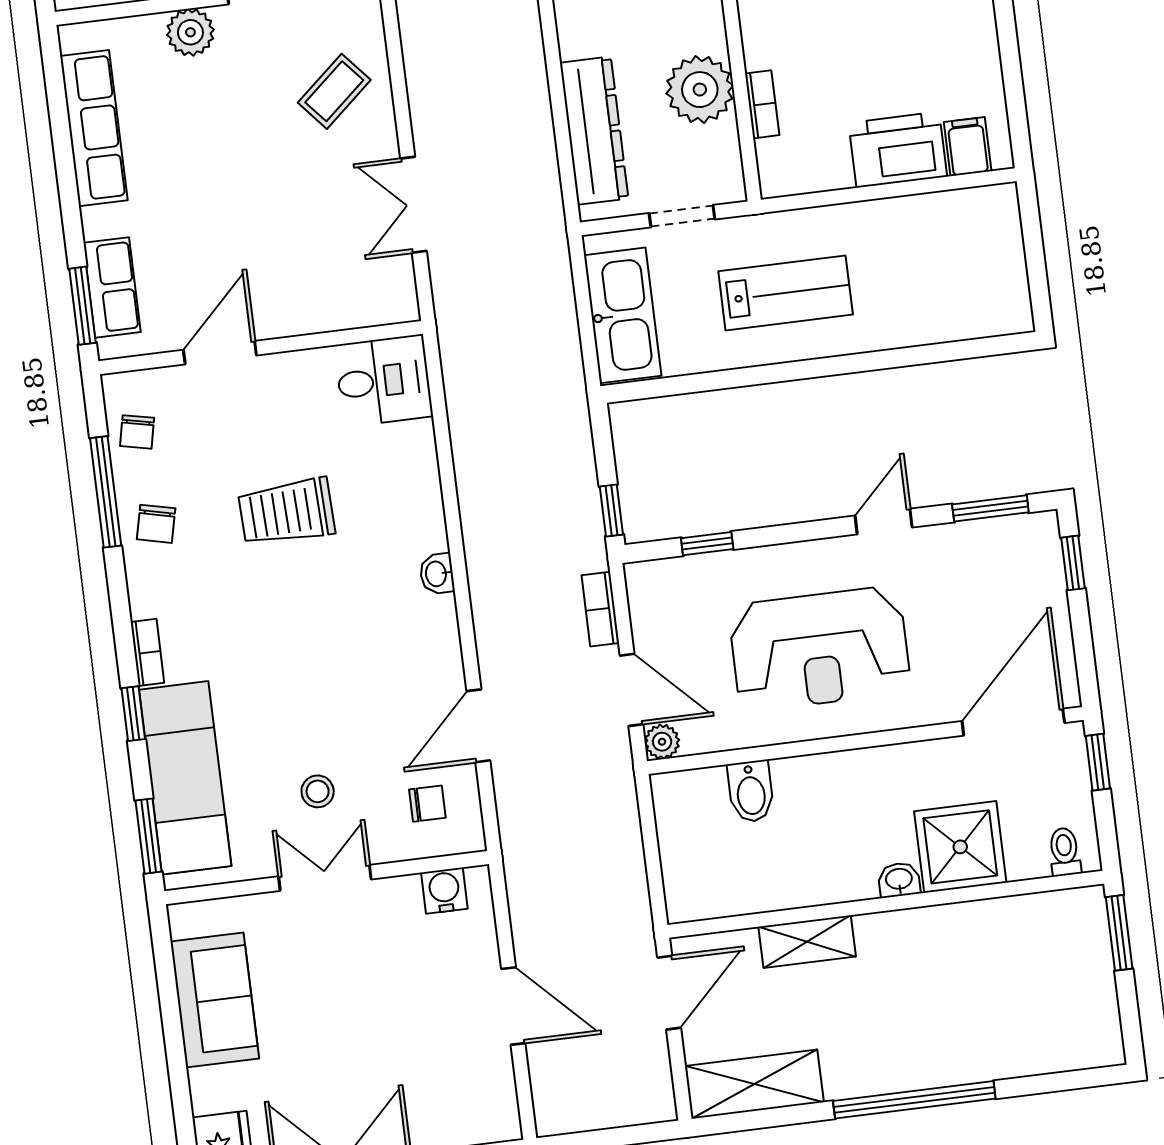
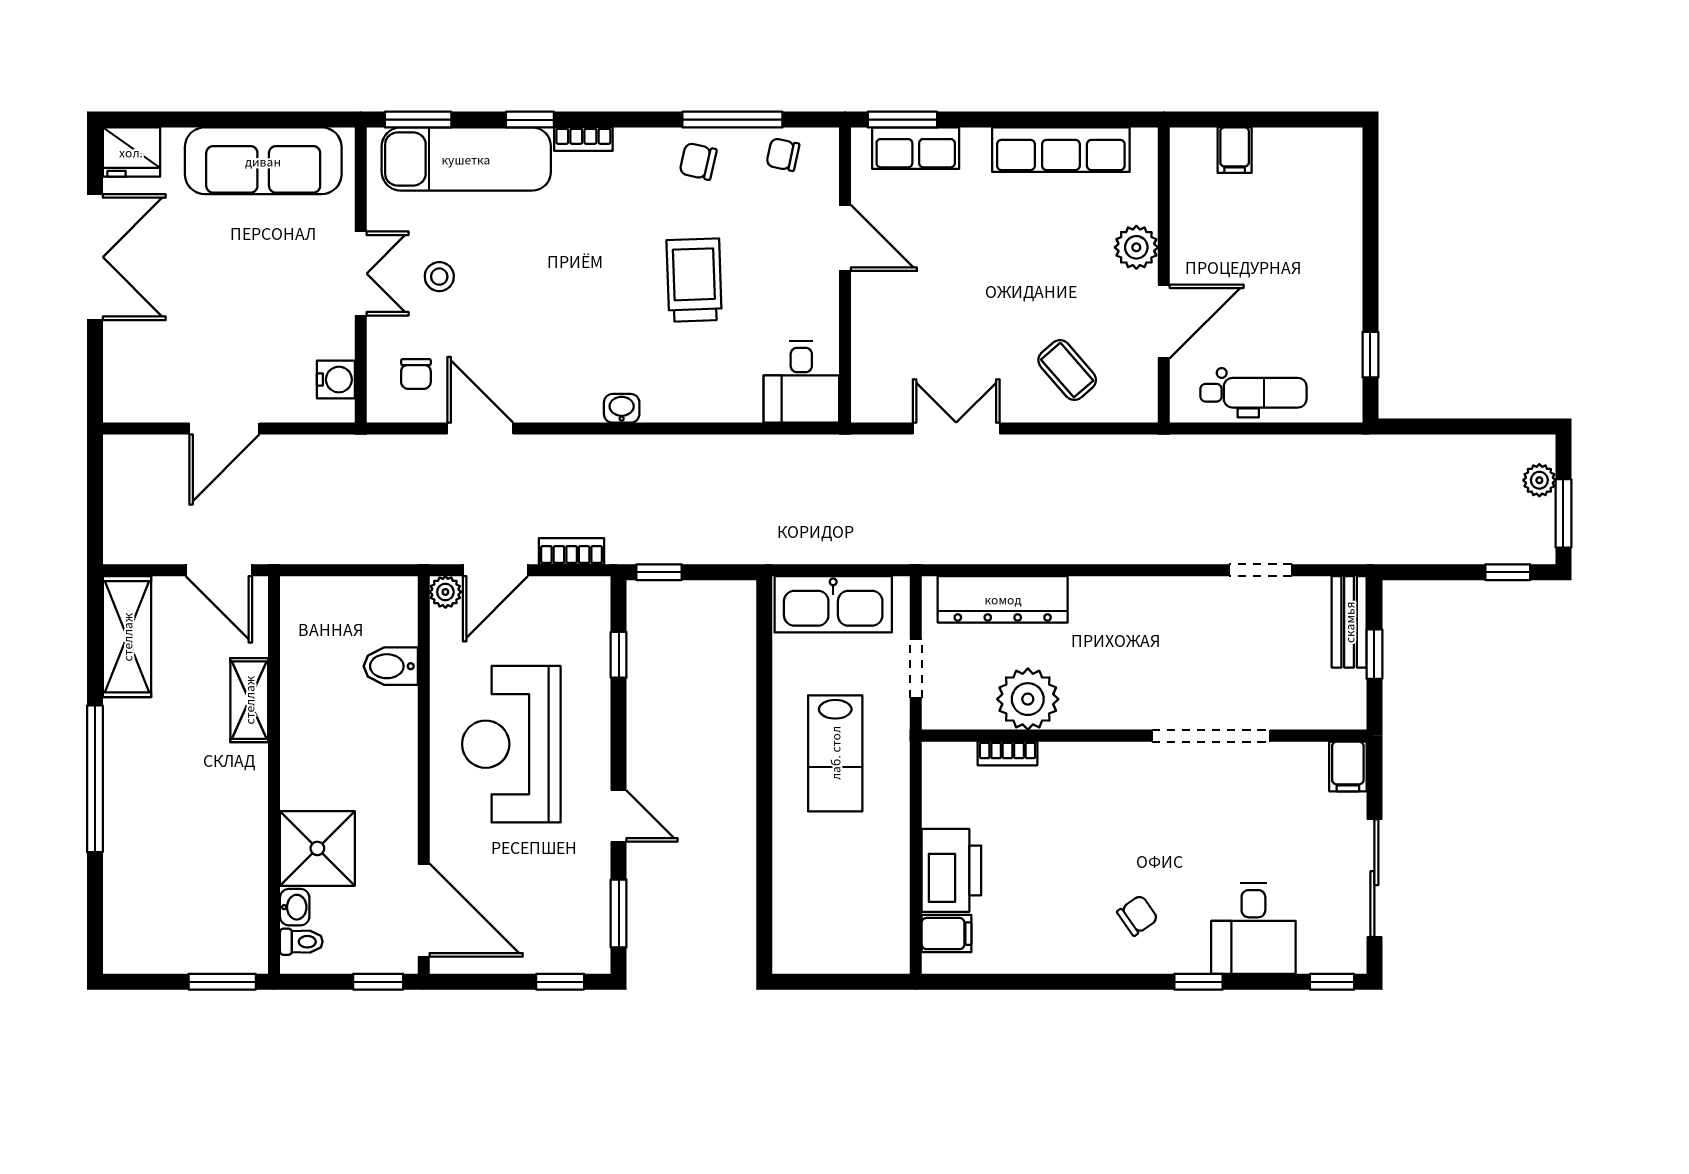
washbasin: (899, 880) -> (295, 907), moved
sofa: (215, 1000) -> (263, 161), width x1.36

